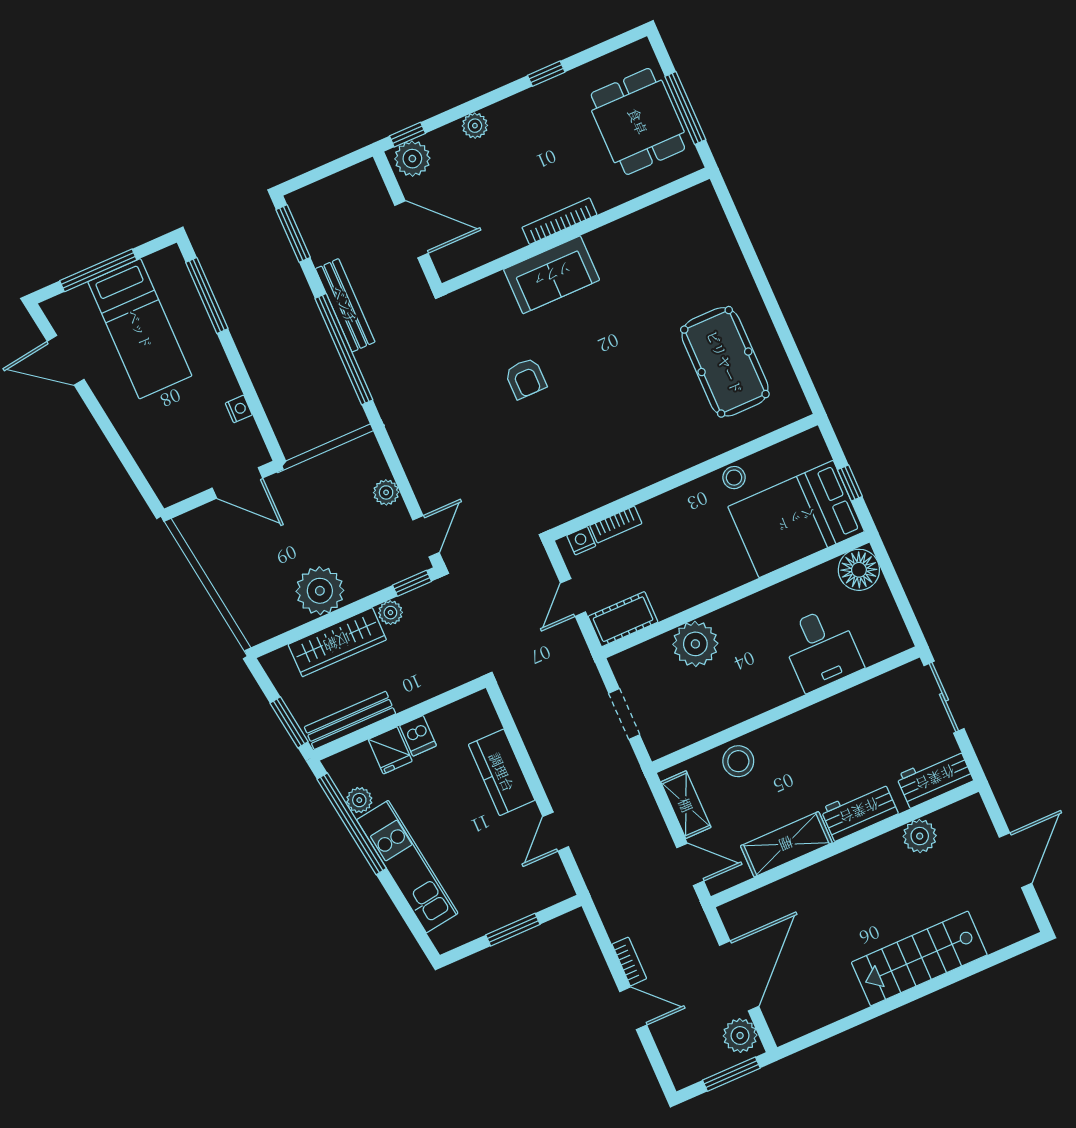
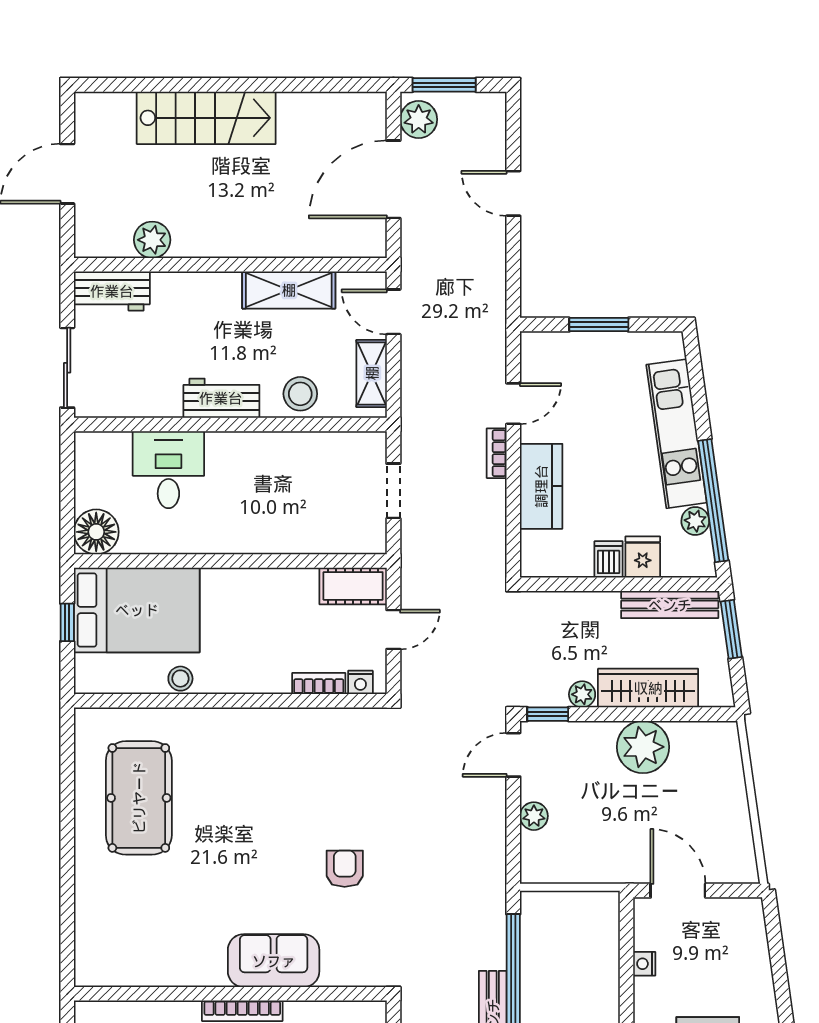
plant: (695, 644) -> (292, 530), removed
workbench: (859, 811) -> (221, 398), moved, turned 180
bookcase: (629, 961) -> (497, 453), moved

